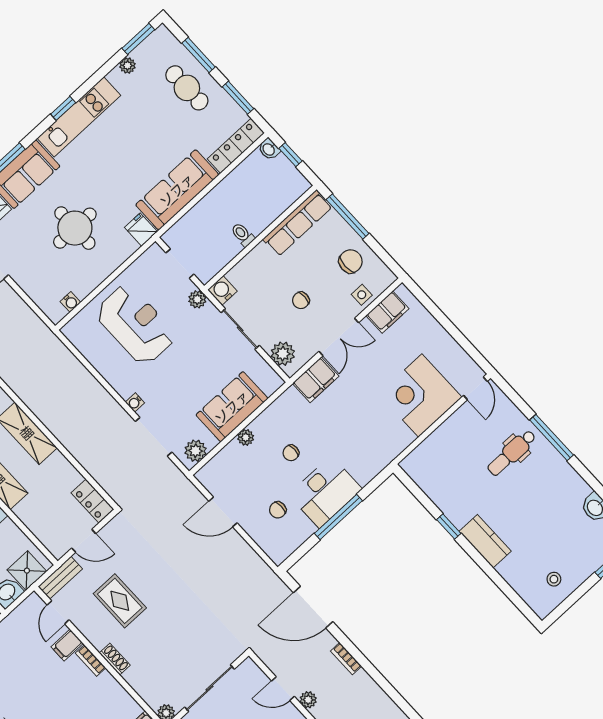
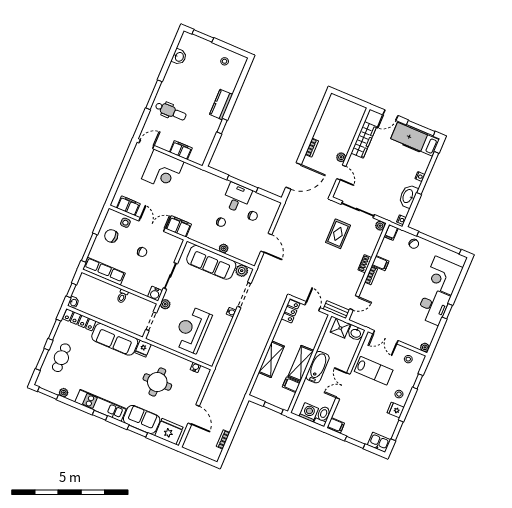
plant: (283, 354) -> (173, 249), removed
sofa: (232, 407) -> (211, 262), width x1.36
filing cabinet: (440, 440) -> (181, 150), added
desk: (325, 492) -> (237, 198), width x0.73
rug: (120, 601) -> (338, 234), moved
door: (313, 607) -> (293, 176), hinge flipped
filing cabinet: (67, 645) -> (380, 263), moved

